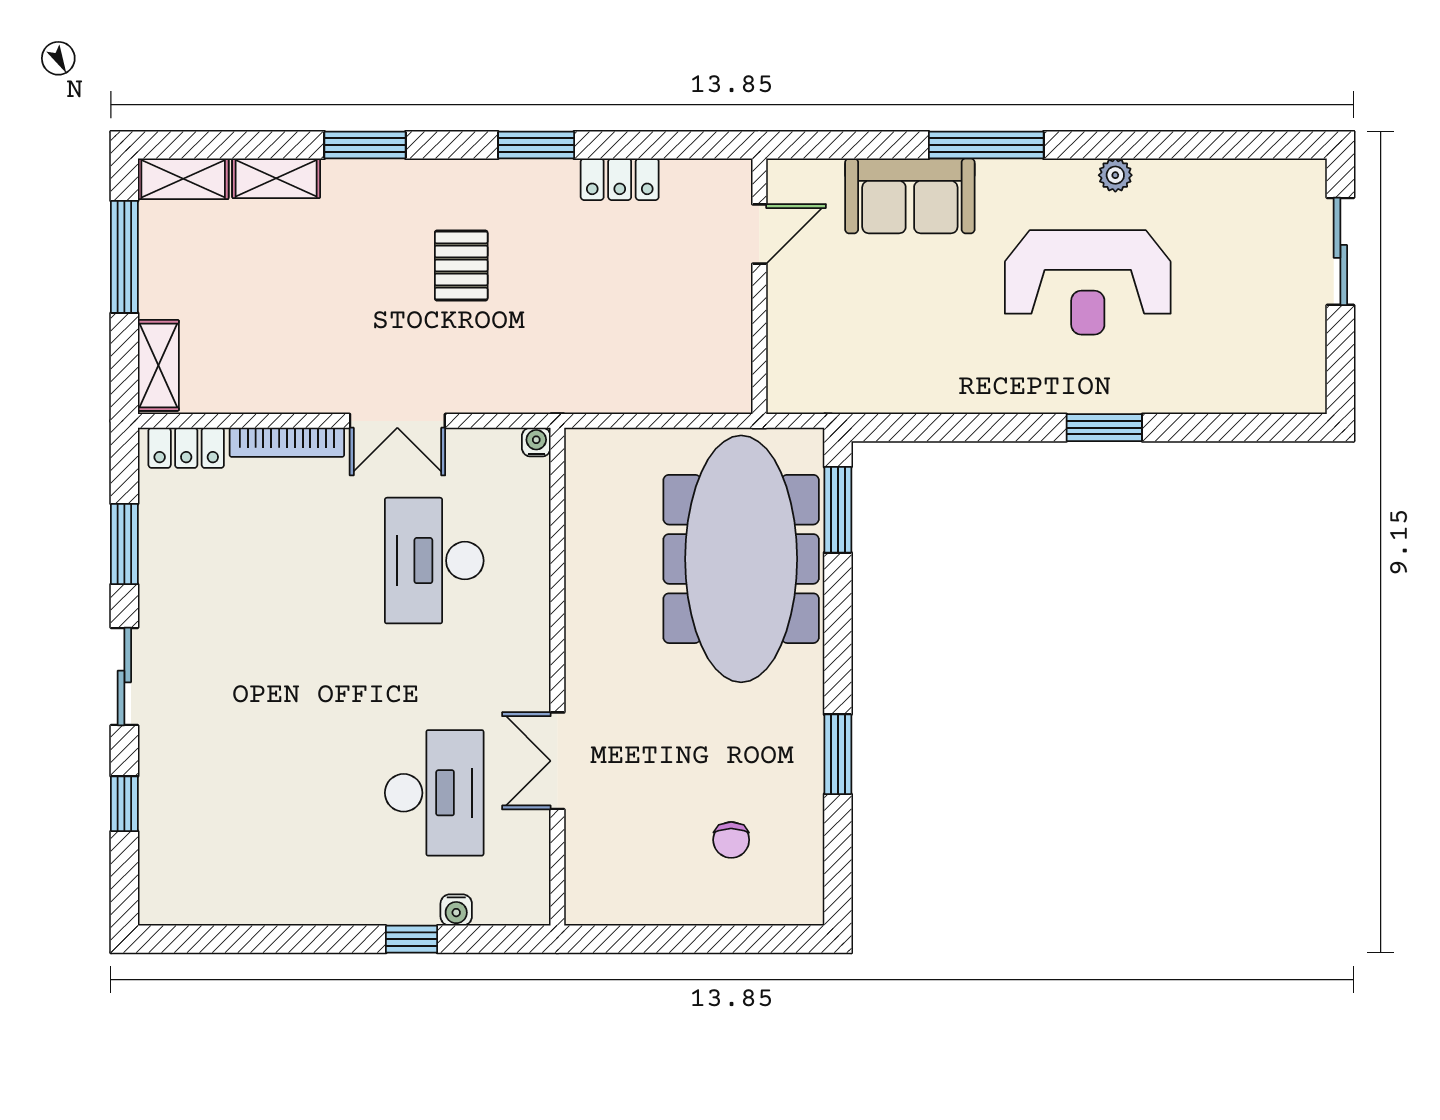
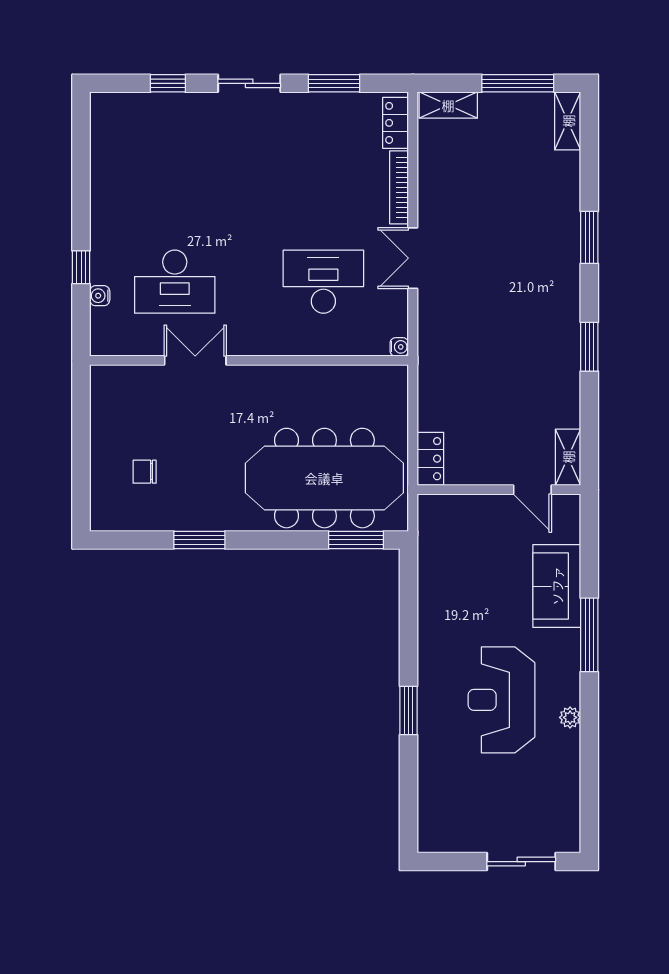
shelving: (276, 178) -> (568, 457), moved
locker: (620, 179) -> (430, 459), moved, turned 180
pallet: (461, 266) -> (512, 299), removed

